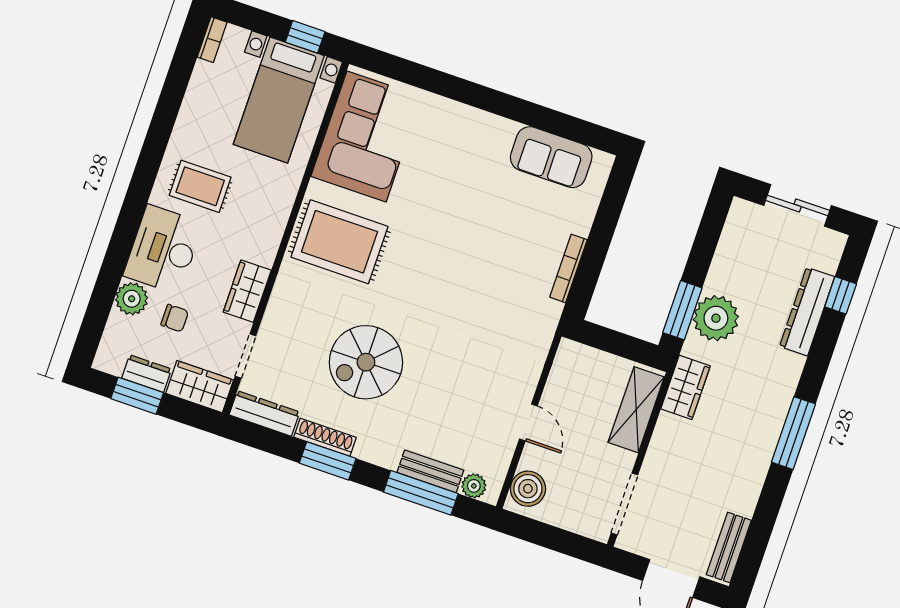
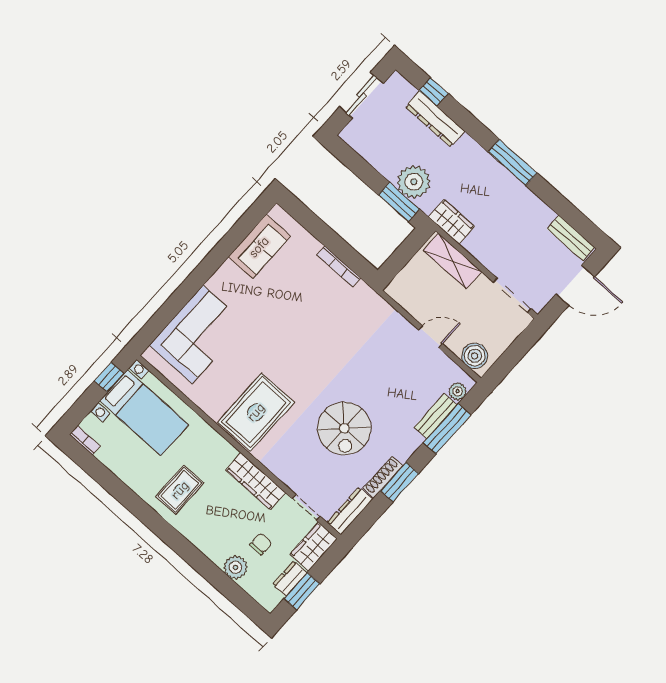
corner sofa: (366, 136) -> (198, 334), moved, turned 90
desk: (163, 249) -> (211, 532), removed
wardrobe: (247, 291) -> (256, 481), width x1.50

